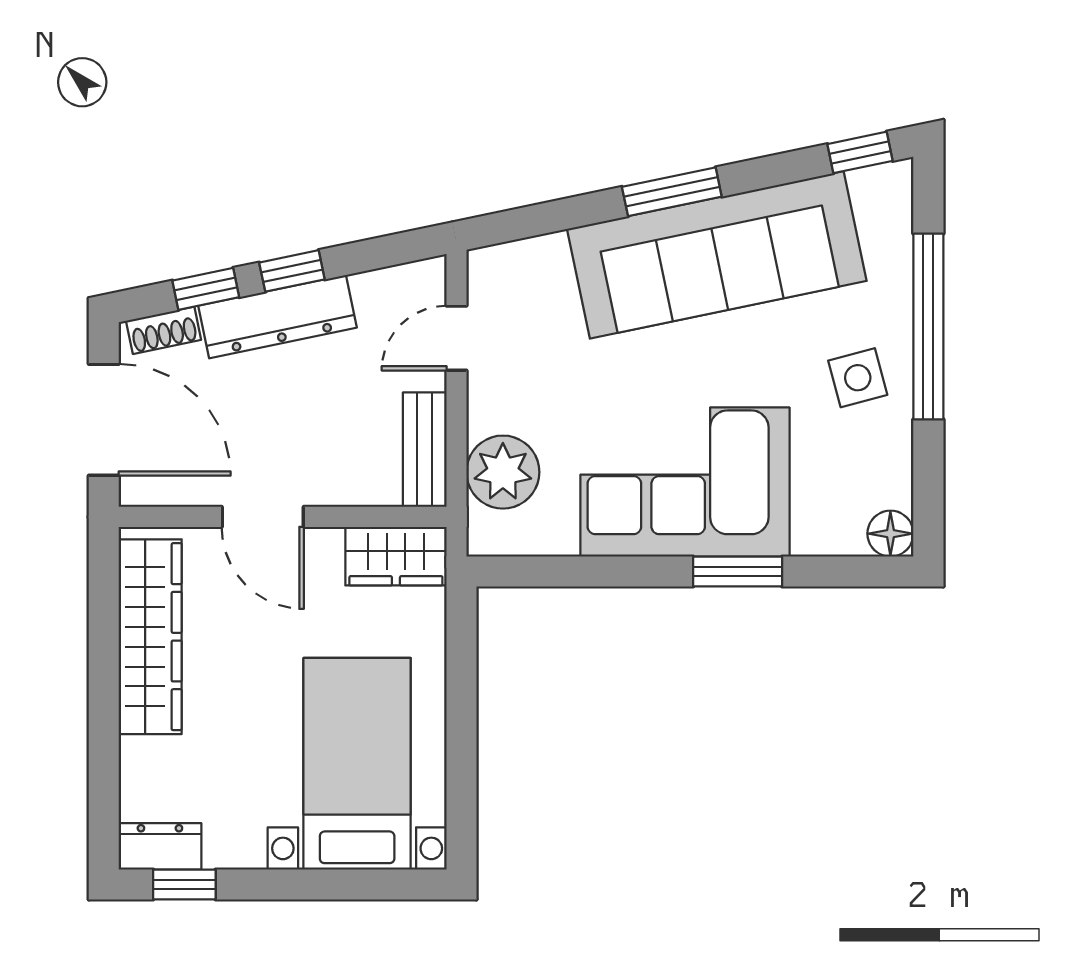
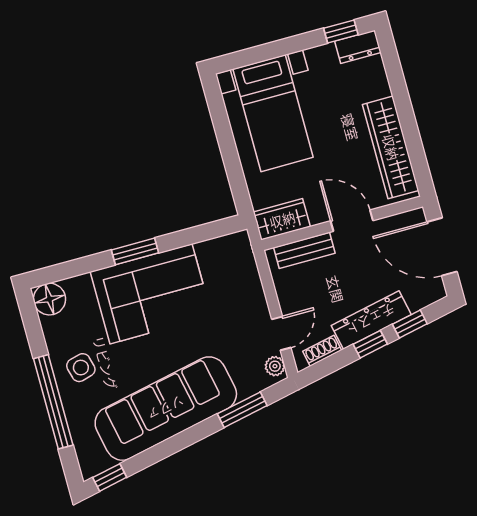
window: (672, 192) -> (242, 410), moved
shoe rack: (164, 330) -> (322, 351), moved
bench: (425, 450) -> (304, 250), moved, turned 90
plant: (503, 472) -> (275, 366), moved, width x0.53, depth x0.53
floor lamp: (890, 534) -> (50, 299), width x1.38, depth x1.38
window: (738, 572) -> (135, 251), moved

